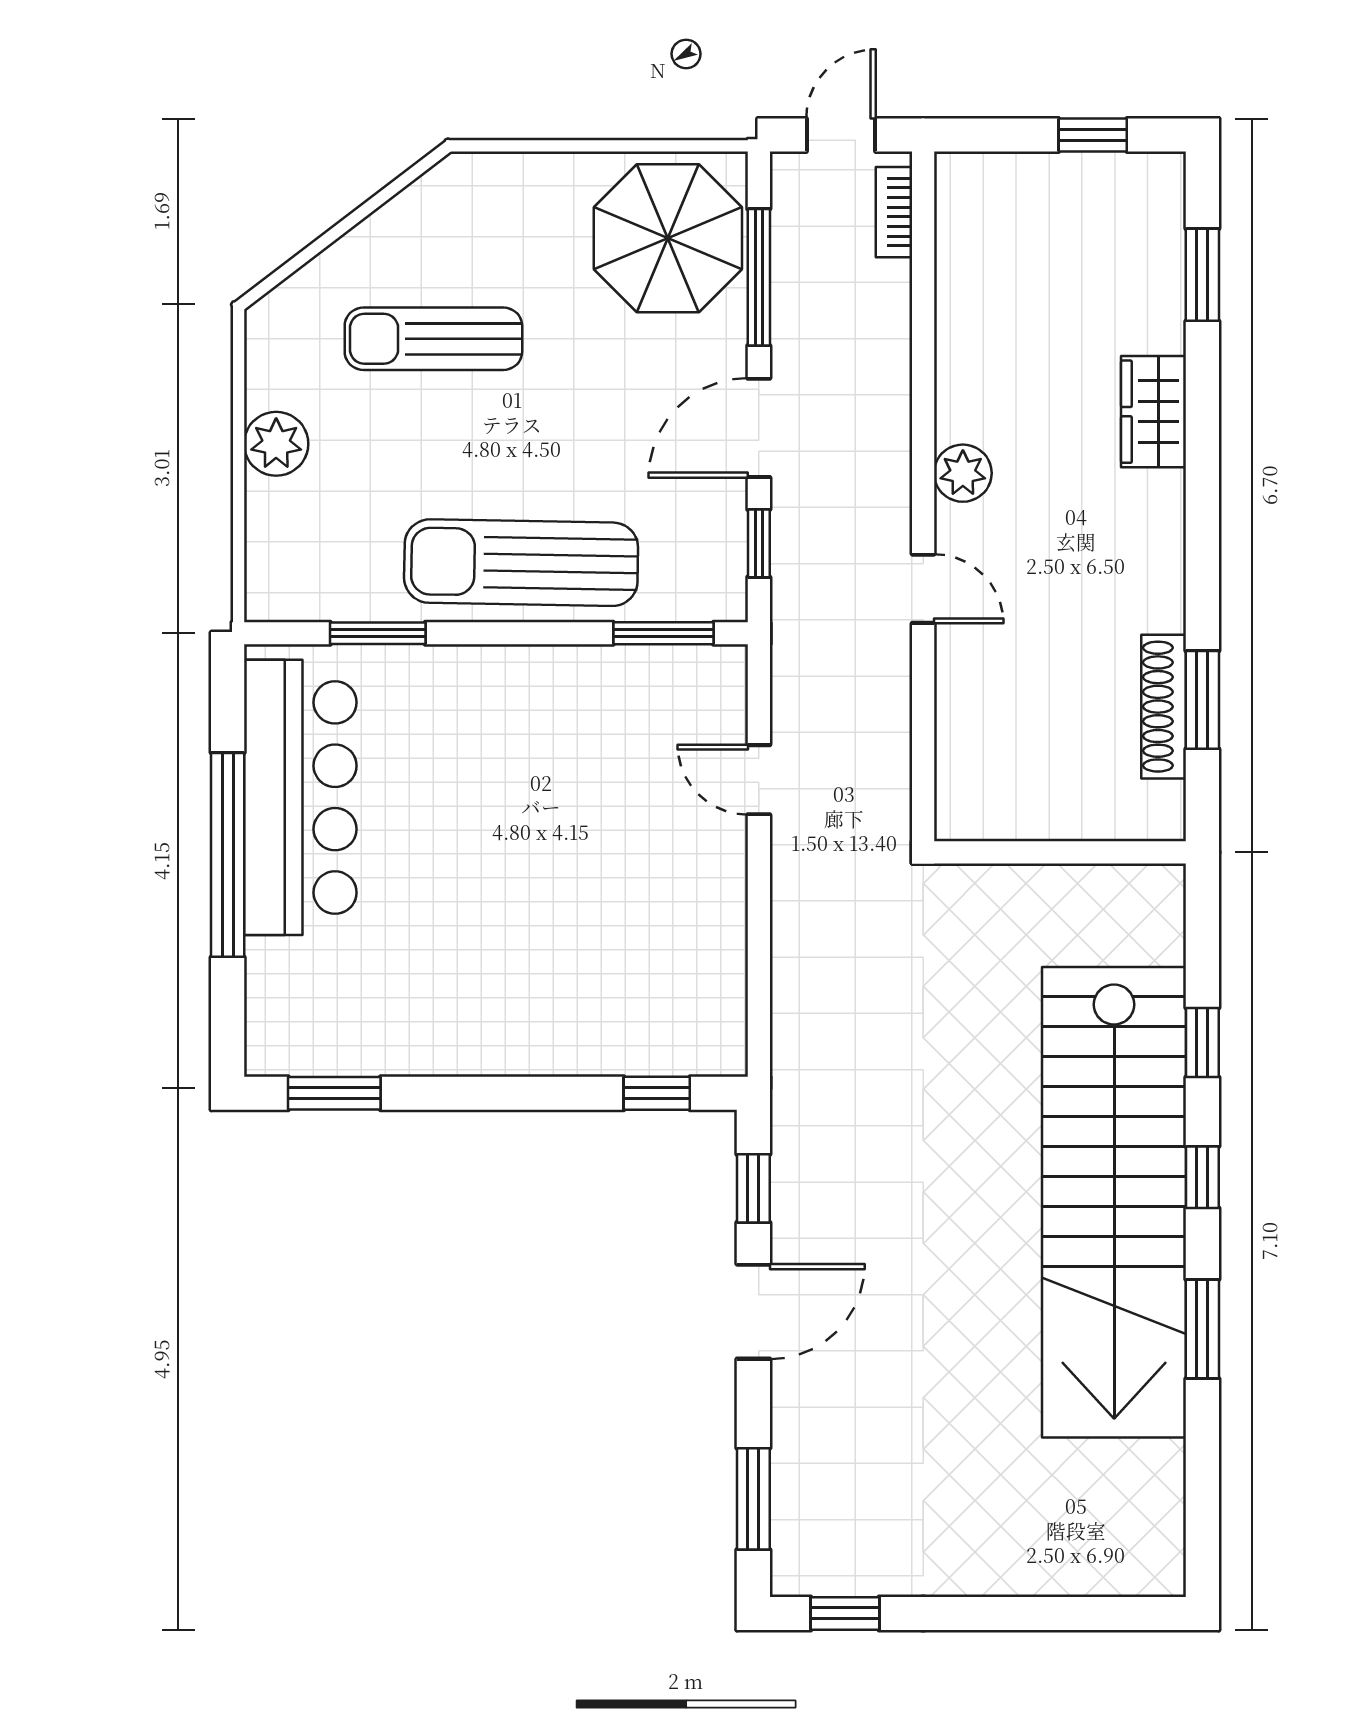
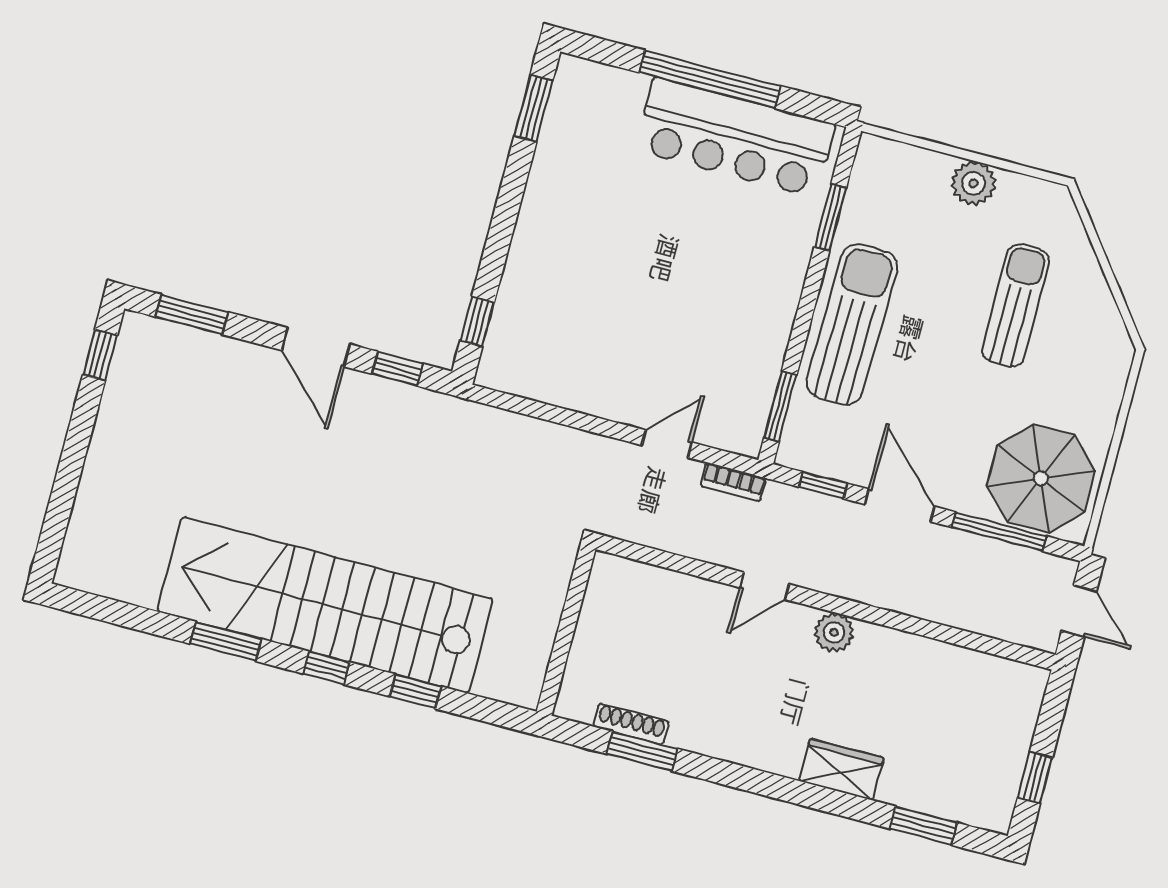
bookcase: (894, 212) -> (733, 482), moved, turned 180
shoe rack: (1164, 707) -> (631, 724), width x0.74, depth x0.81

